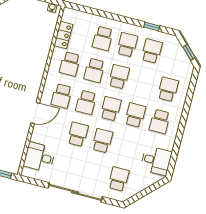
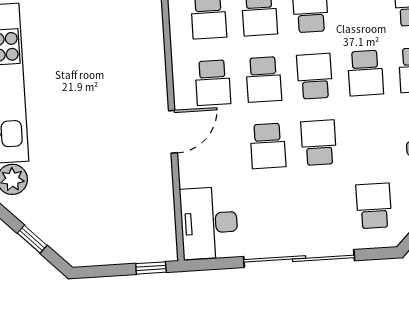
school desk: (135, 115) -> (365, 73), turned 180
school desk: (78, 134) -> (268, 146), turned 180
desk: (39, 157) -> (209, 223), width x1.37

